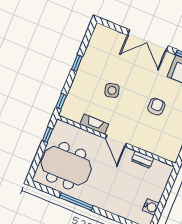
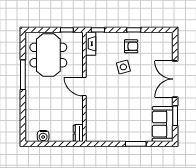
armchair: (156, 107) -> (131, 46), moved
fireplace: (94, 124) -> (91, 44), moved
door: (116, 141) -> (84, 87), hinge flipped
dresser: (143, 160) -> (78, 133), moved

